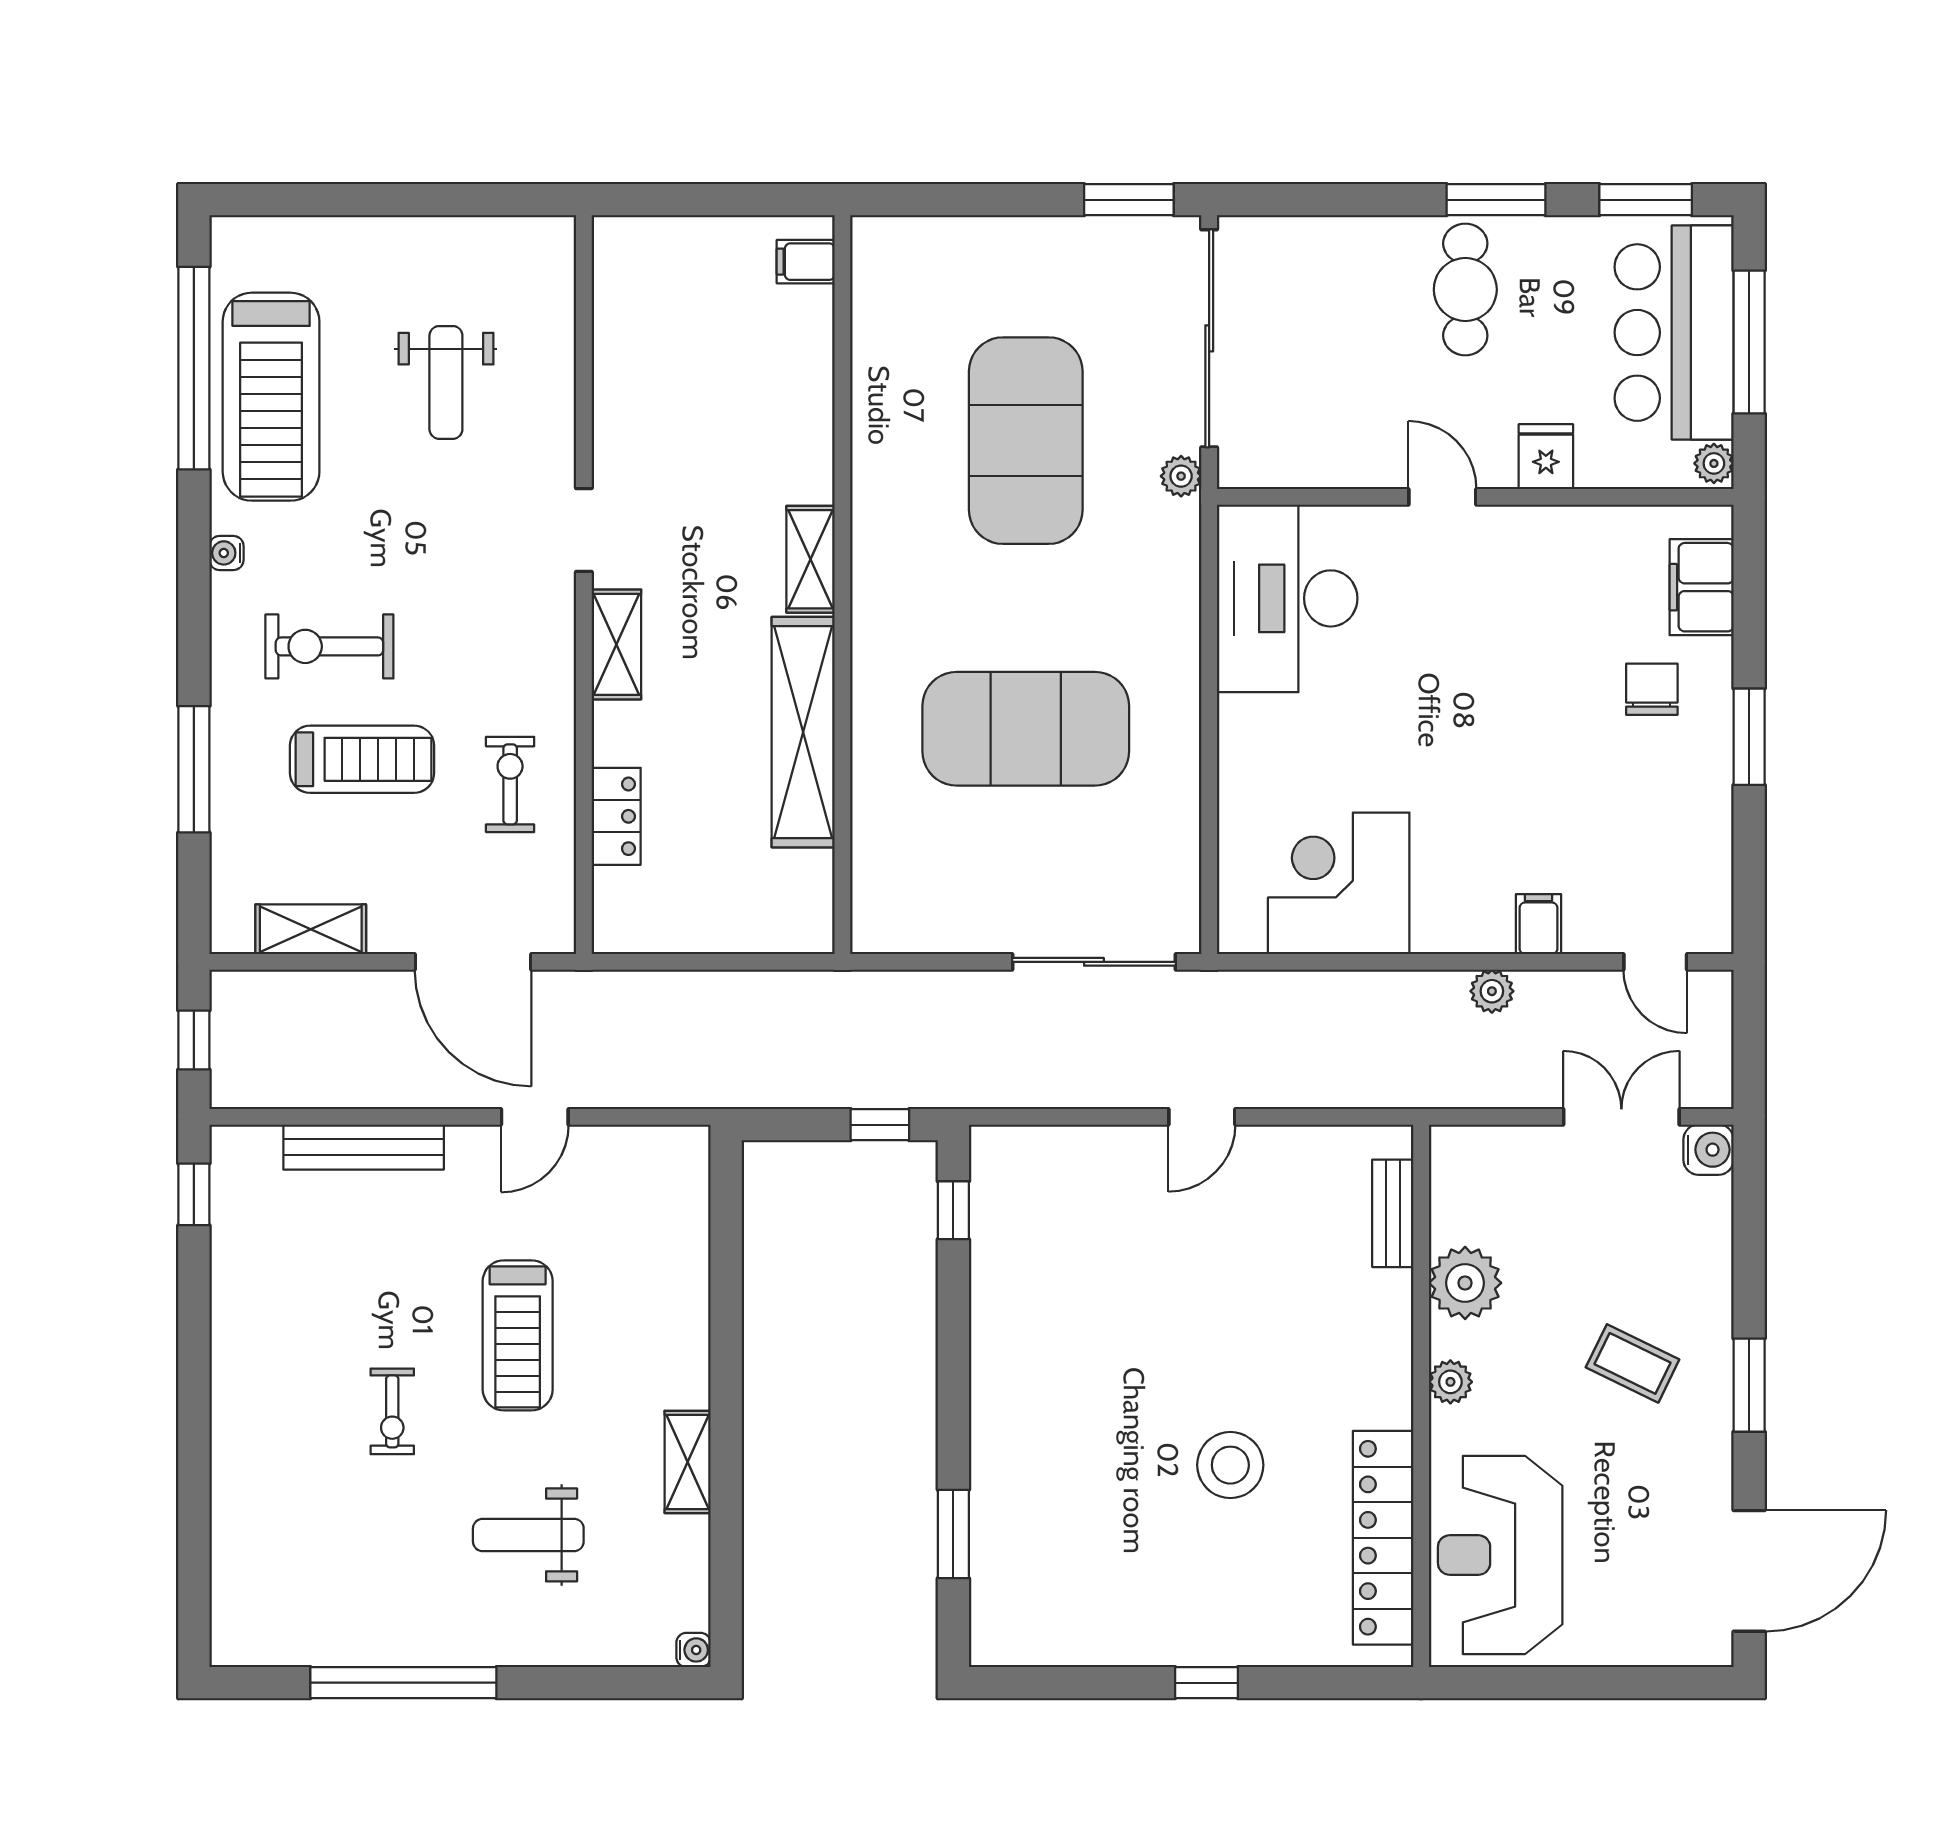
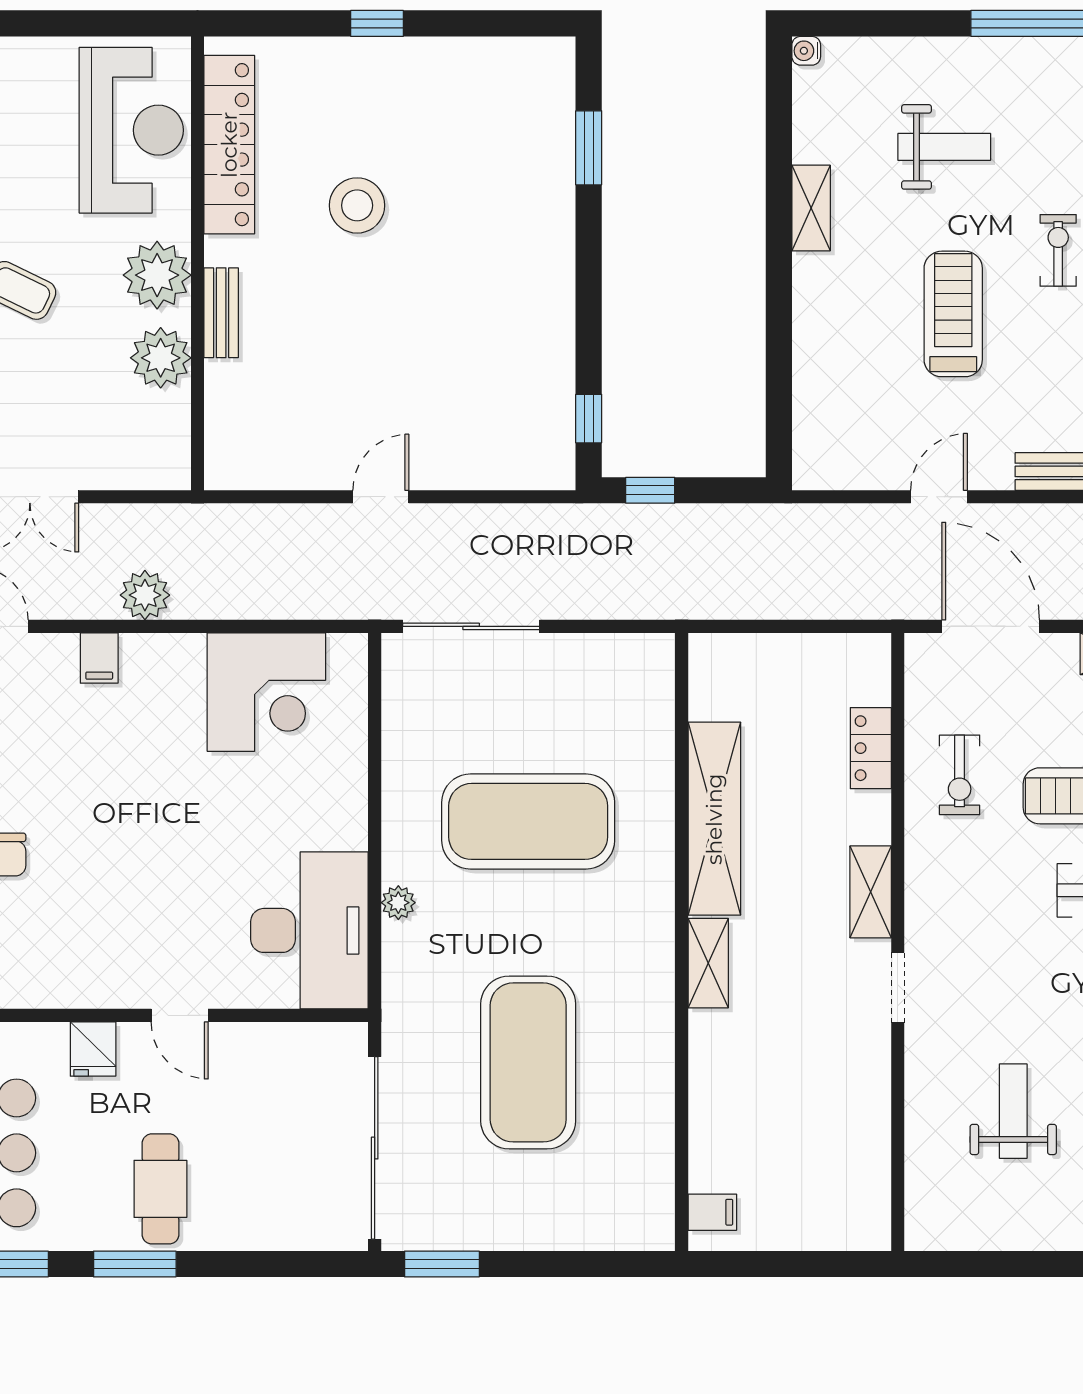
plant: (1181, 476) -> (398, 903), moved
plant: (1492, 991) -> (145, 595), width x1.38, depth x1.38
bench: (1393, 1213) -> (221, 313), moved
plant: (1450, 1382) -> (157, 275), width x1.87, depth x1.87

